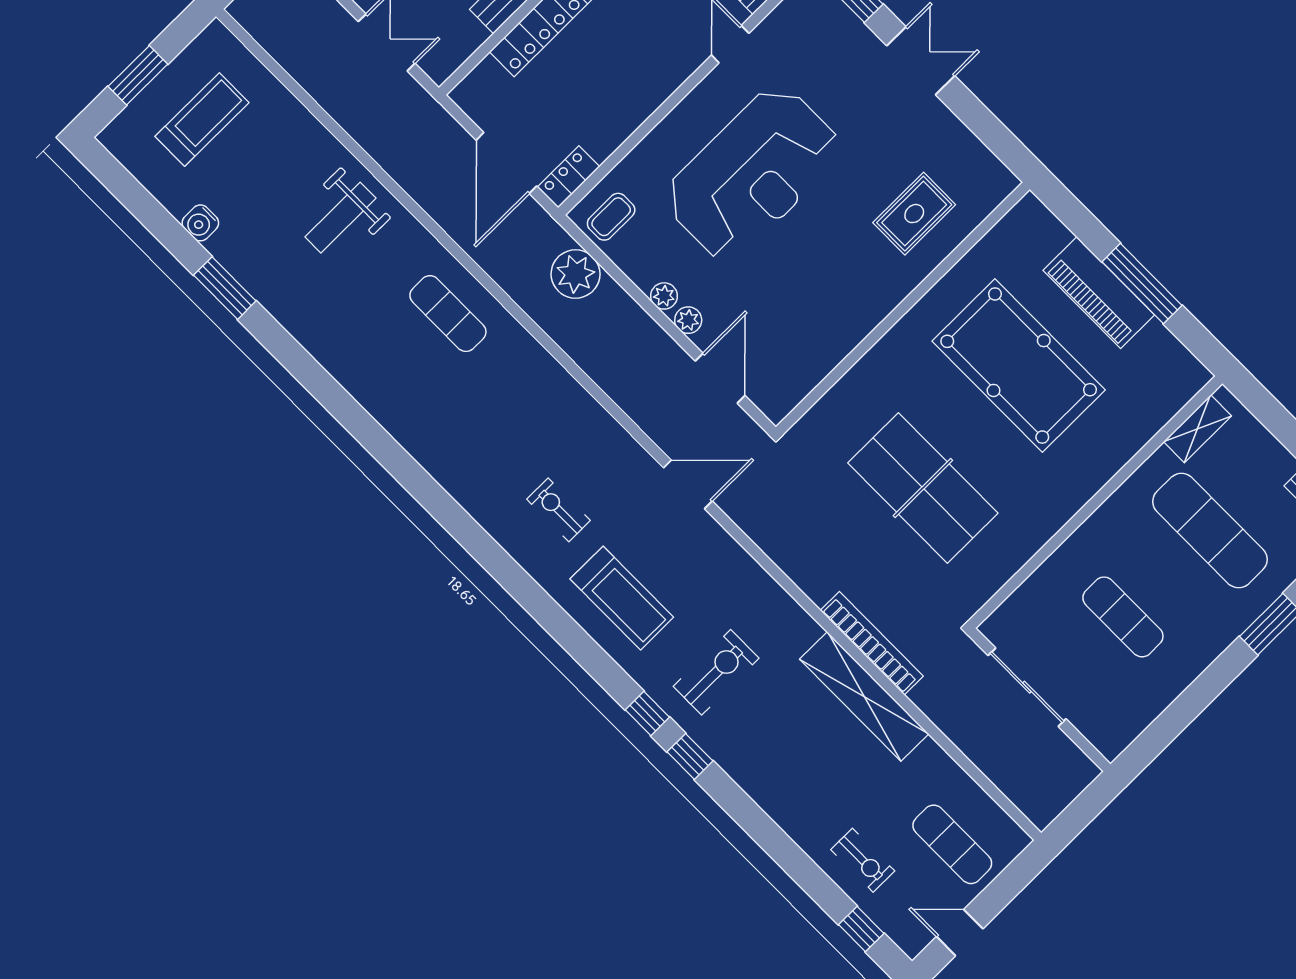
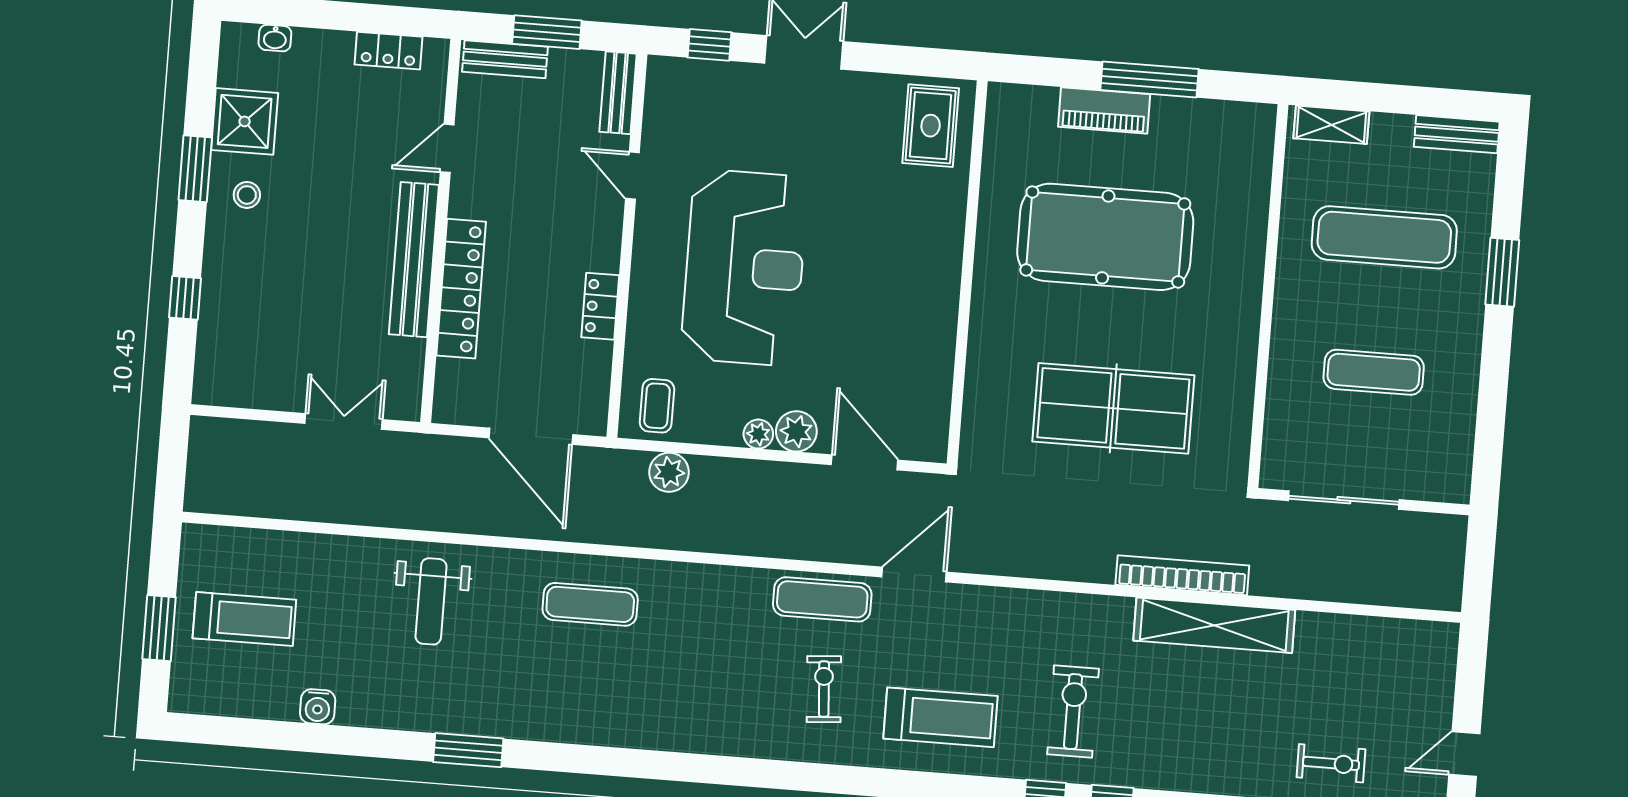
treadmill: (202, 119) -> (244, 619), turned 90
locker: (569, 177) -> (600, 306), moved
rug: (914, 214) -> (931, 126), moved
plant: (576, 274) -> (669, 472), width x0.73, depth x0.73
window: (225, 288) -> (468, 750), moved
piano: (1099, 293) -> (1104, 110), width x0.73, depth x0.75
plant: (688, 320) -> (796, 431), width x1.38, depth x1.38
shelving: (1198, 429) -> (1331, 125), moved, turned 90
exercise bike: (558, 510) -> (824, 689), turned 86
exercise mat: (952, 844) -> (822, 599), moved

